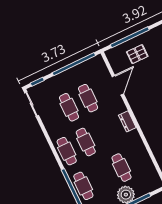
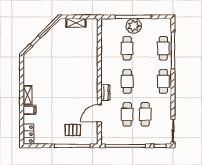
dresser: (127, 121) -> (105, 93), moved
cafe table: (86, 142) -> (127, 81), moved

